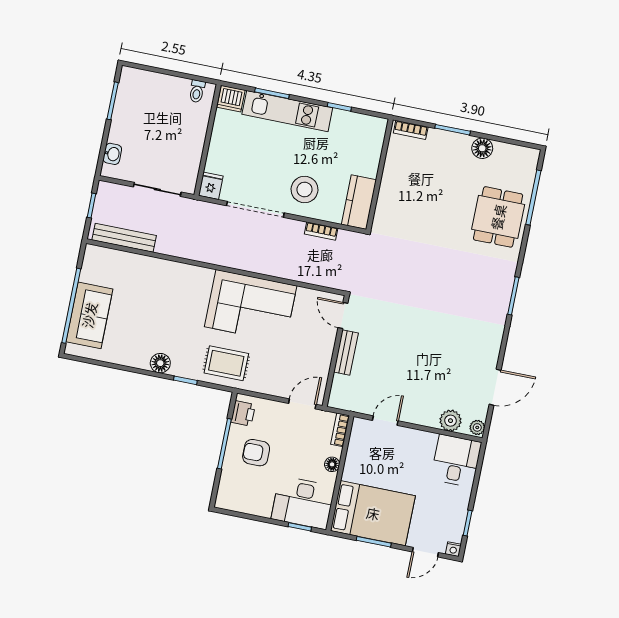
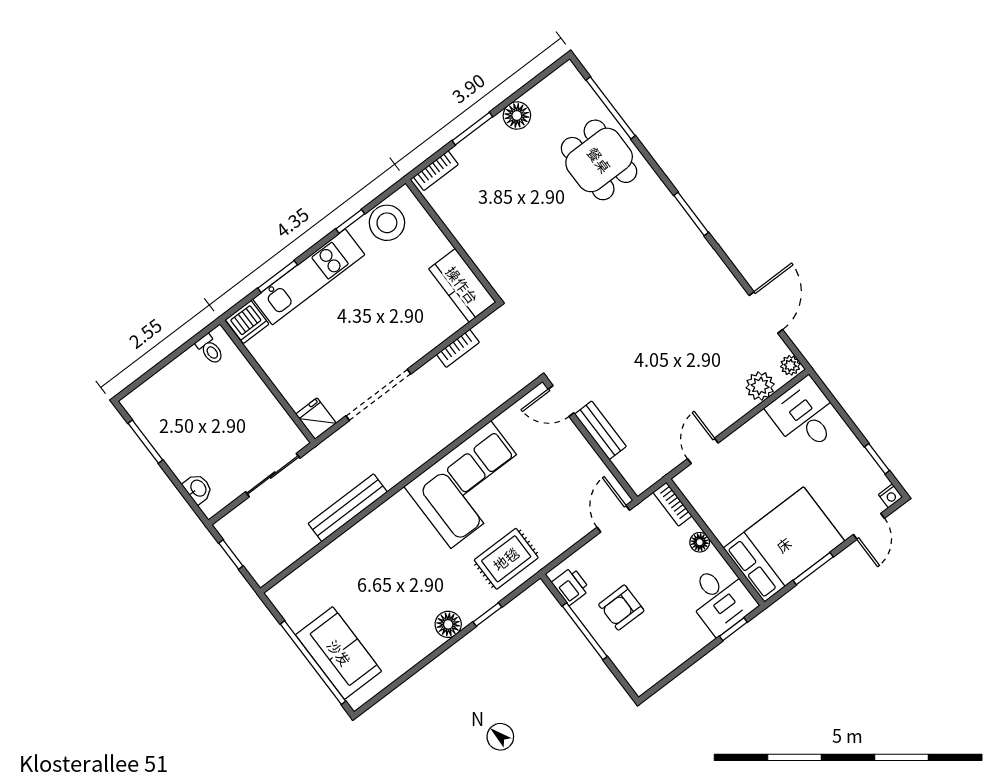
stool: (305, 190) -> (387, 223), moved
bench: (124, 238) -> (348, 508), moved
desk: (303, 503) -> (720, 599), width x0.73

